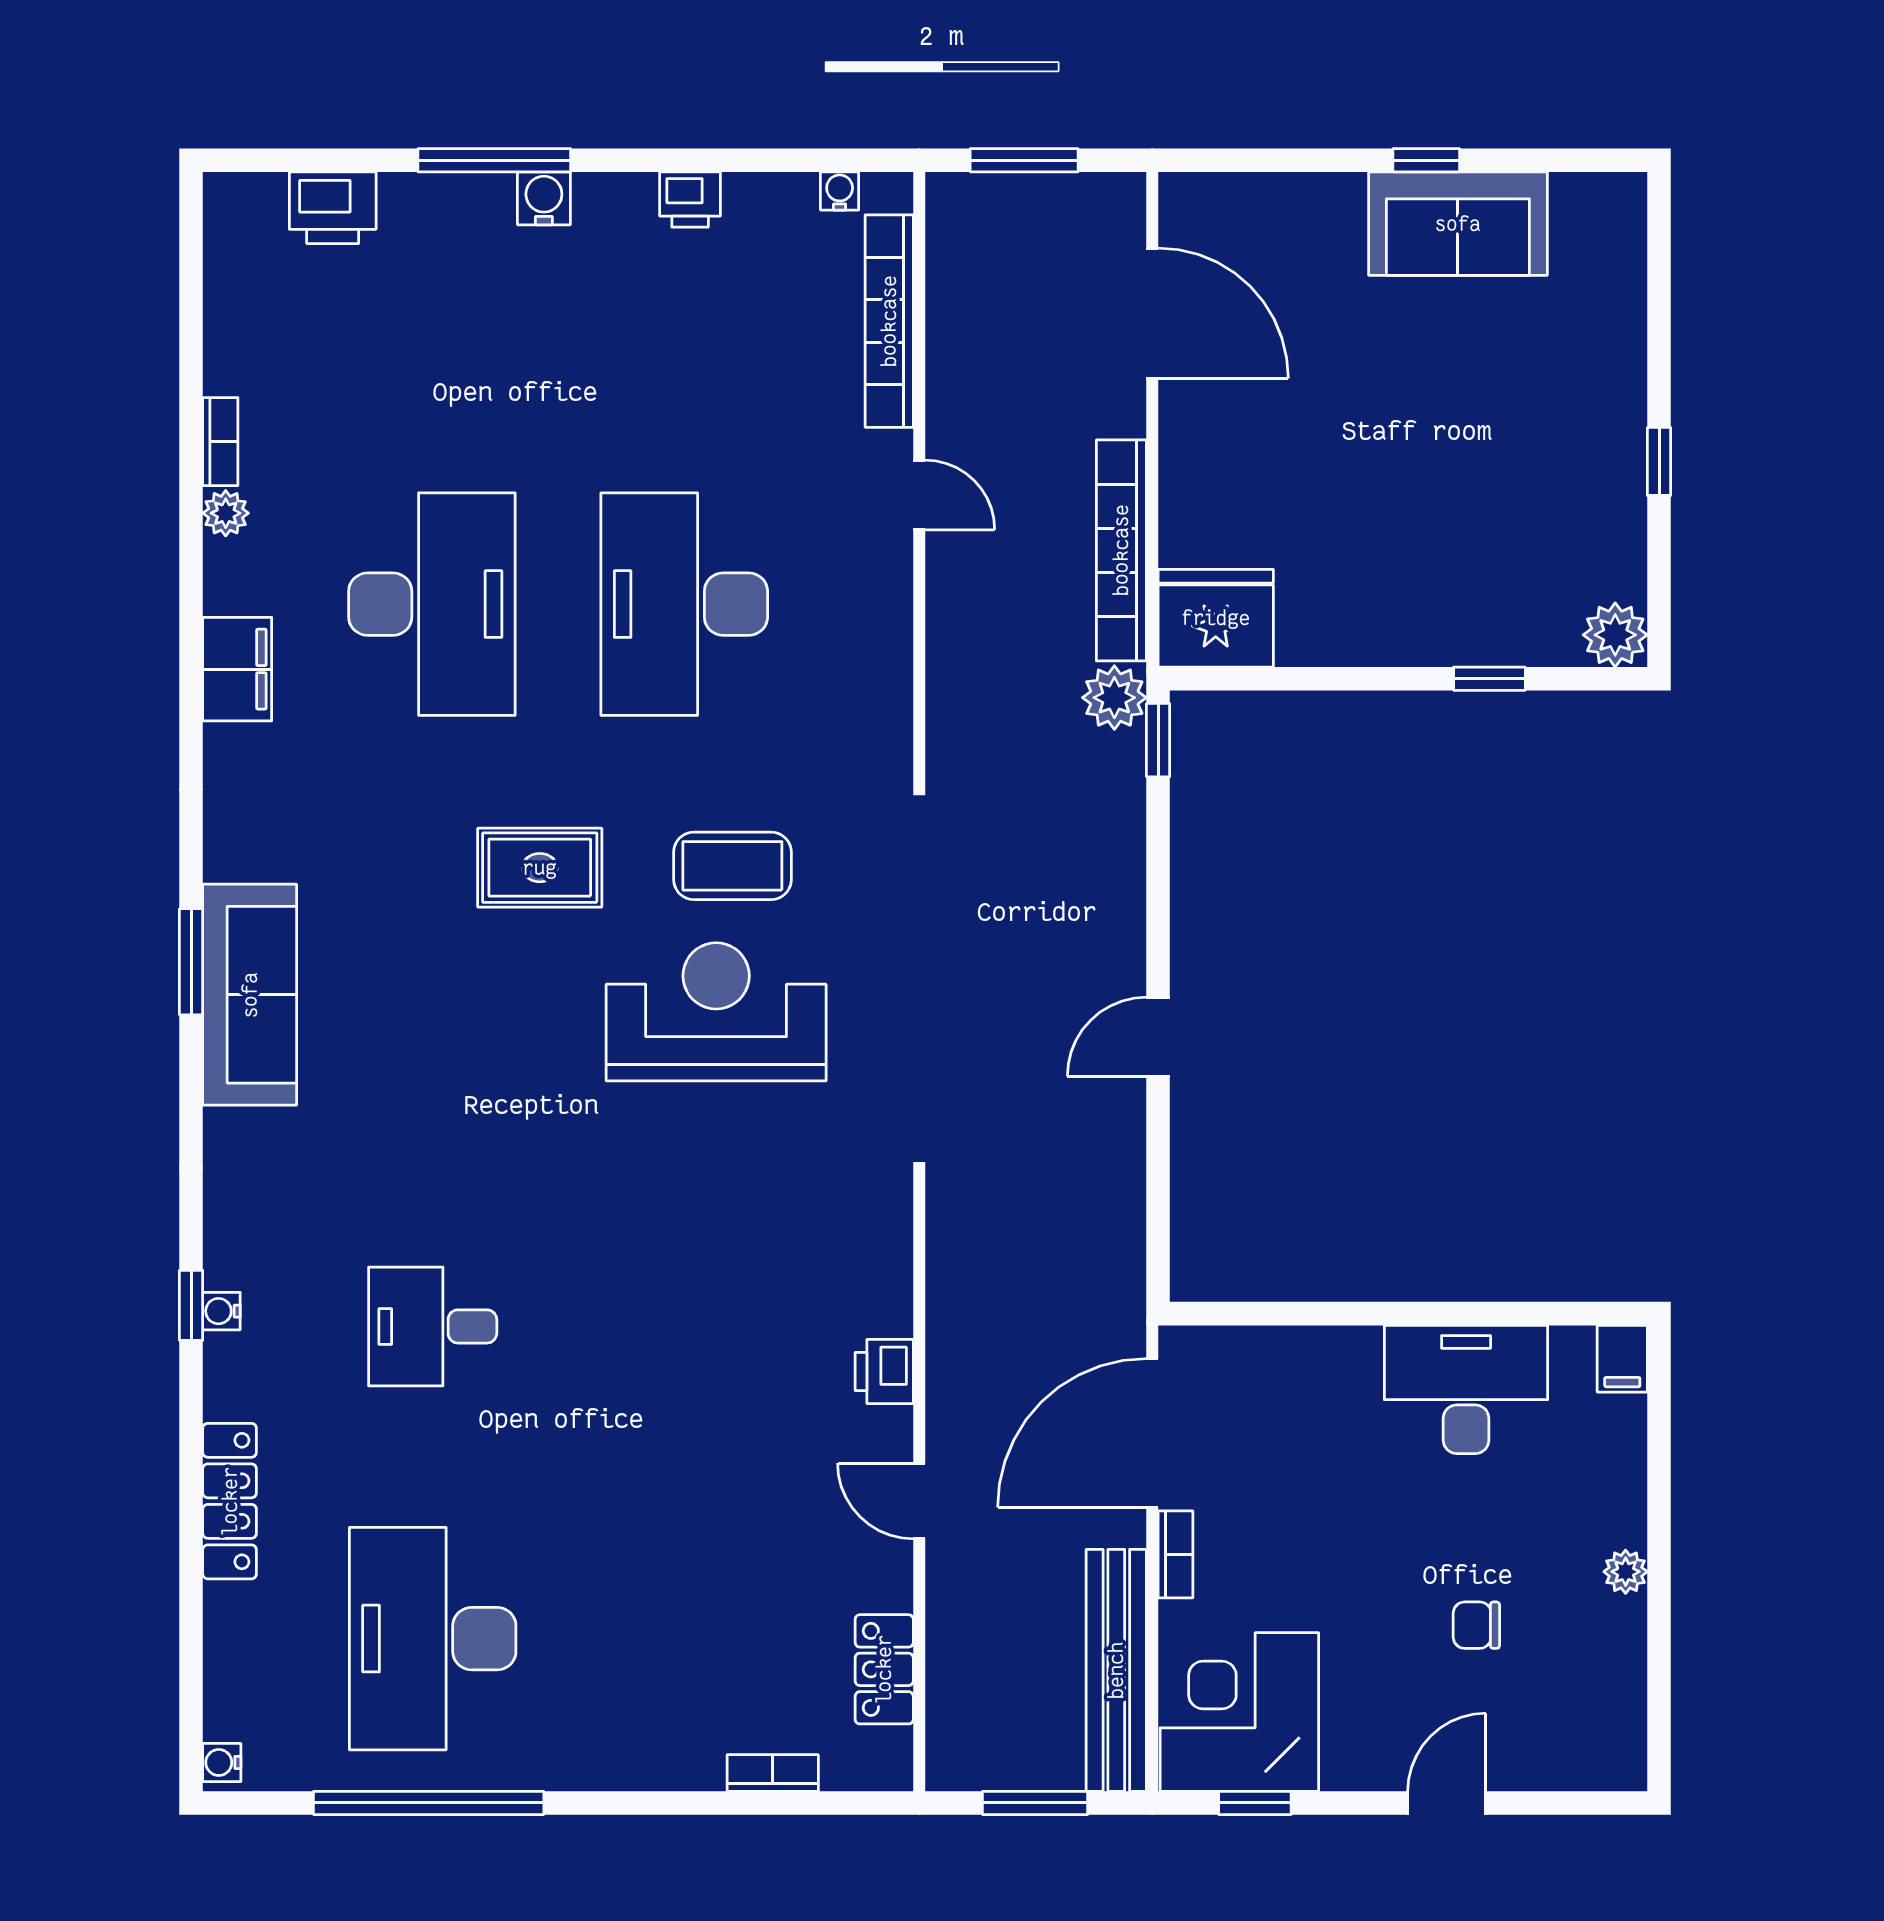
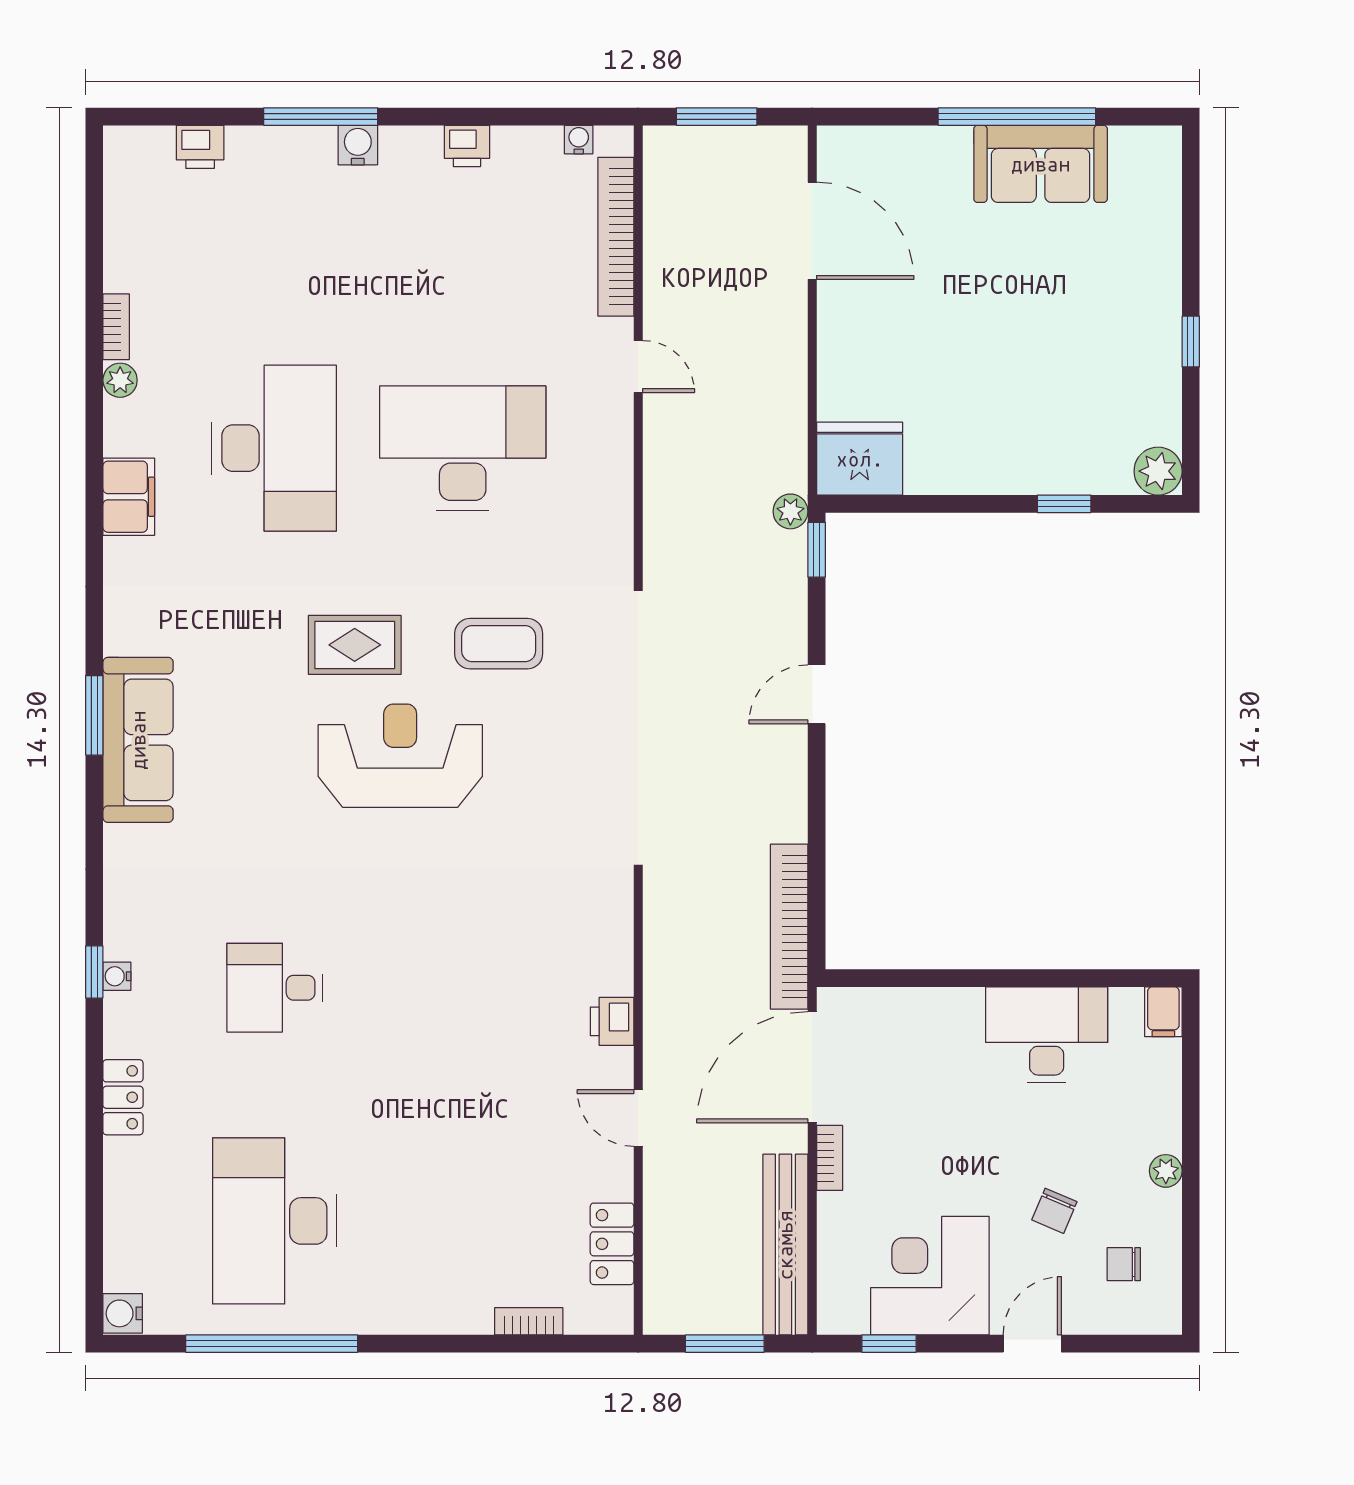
window: (1426, 160) -> (1017, 117), width x3.17
printer: (333, 208) -> (200, 147), width x0.73, depth x0.81
bookcase: (1121, 550) -> (789, 927), moved
desk: (684, 604) -> (463, 448), turned 90
plant: (1114, 698) -> (790, 511), width x0.73, depth x0.73
reception desk: (716, 1012) -> (400, 756), moved
door: (1158, 1037) -> (817, 694), moved
locker: (230, 1501) -> (123, 1097), width x0.66
chair: (1476, 1625) -> (1054, 1211), turned -67
chair: (1569, 1697) -> (1124, 1264), added
corner desk: (1239, 1712) -> (930, 1276), moved
water cooler: (222, 1762) -> (123, 1313), width x1.38, depth x1.38

